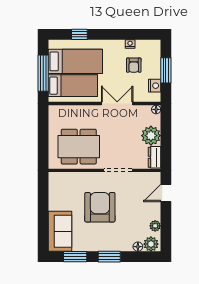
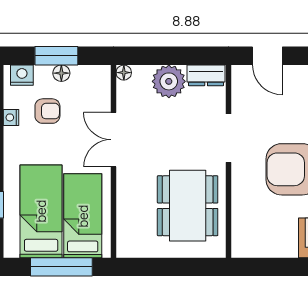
floor lamp: (156, 73) -> (61, 73), added
nightstand: (155, 86) -> (22, 75), moved

